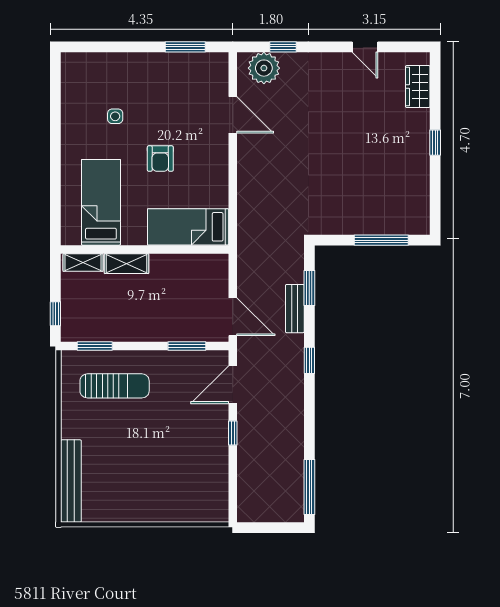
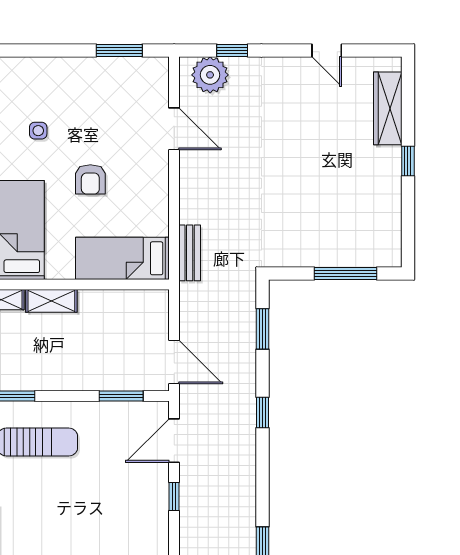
wardrobe: (418, 87) -> (388, 108), width x1.50
bench: (295, 309) -> (190, 253), moved

